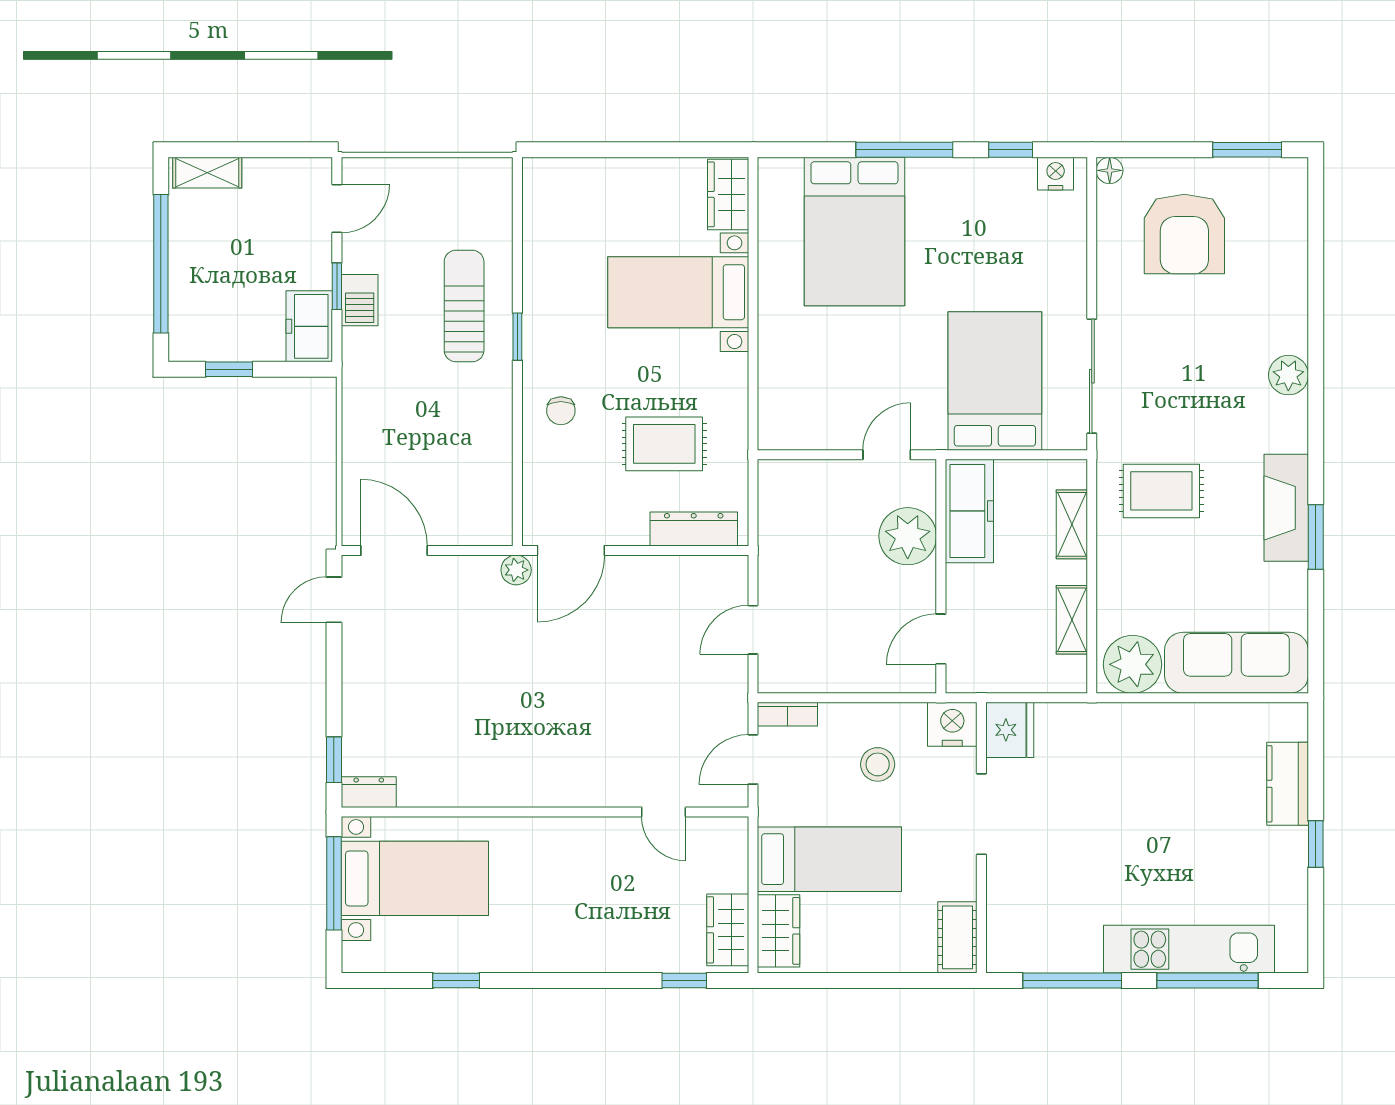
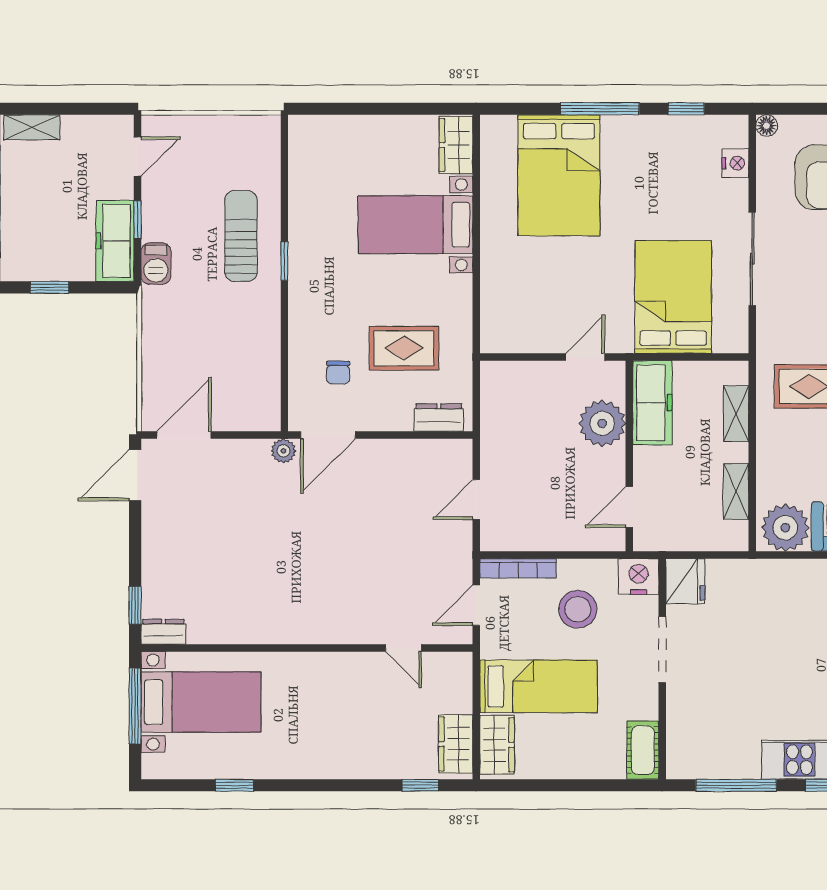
nightstand: (1056, 174) -> (735, 163), moved, turned 90
barbecue: (360, 300) -> (156, 264), moved
freezer: (309, 326) -> (115, 241), width x1.40
sliding door: (1092, 376) -> (752, 259), moved
chair: (561, 411) -> (338, 373), moved
dresser: (694, 529) -> (439, 418), width x0.70
door: (394, 550) -> (184, 435), hinge flipped
door: (334, 600) -> (135, 475), width x1.38
bookcase: (787, 714) -> (518, 568), width x1.56
stool: (878, 764) -> (578, 609), width x1.38, depth x1.38

